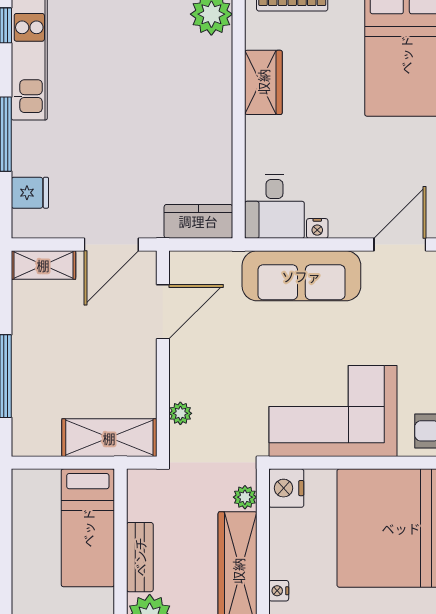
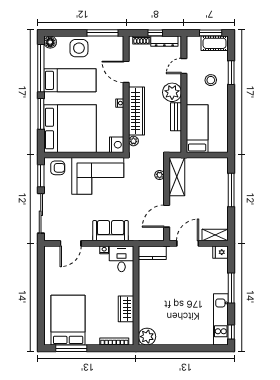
fridge: (30, 193) -> (221, 252), moved
sofa: (301, 276) -> (111, 231), width x0.73
shelving: (109, 438) -> (177, 177), moved, turned 90

